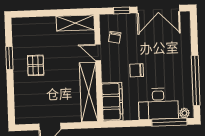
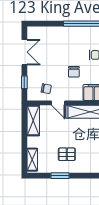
double door: (158, 9) -> (24, 52), width x0.73
shelving: (27, 23) -> (32, 160), added
door: (98, 52) -> (58, 103), hinge flipped

